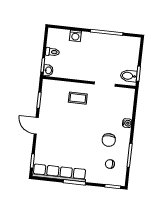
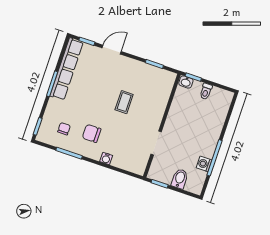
washing machine: (75, 36) -> (204, 164), moved
bidet: (129, 76) -> (180, 179), moved
coffee table: (78, 98) -> (124, 102), moved
door: (36, 126) -> (112, 50), moved

